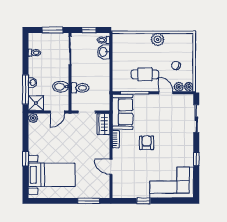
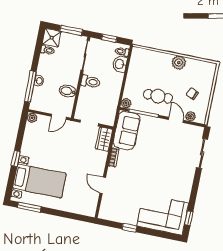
plant: (189, 87) -> (126, 103), moved
toilet: (80, 88) -> (91, 82), moved
shower: (36, 103) -> (52, 38), moved
armchair: (147, 143) -> (145, 168), removed
window: (196, 159) -> (189, 218), moved
window: (89, 201) -> (29, 207), moved

